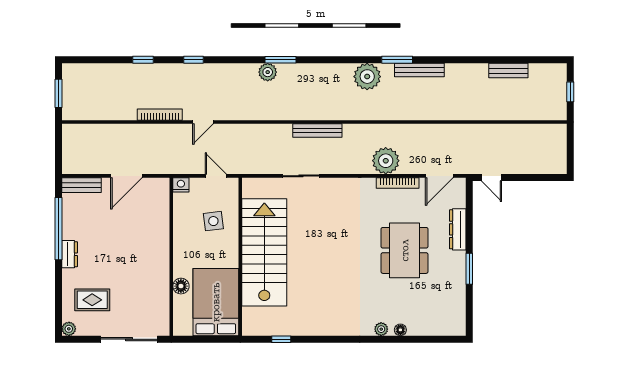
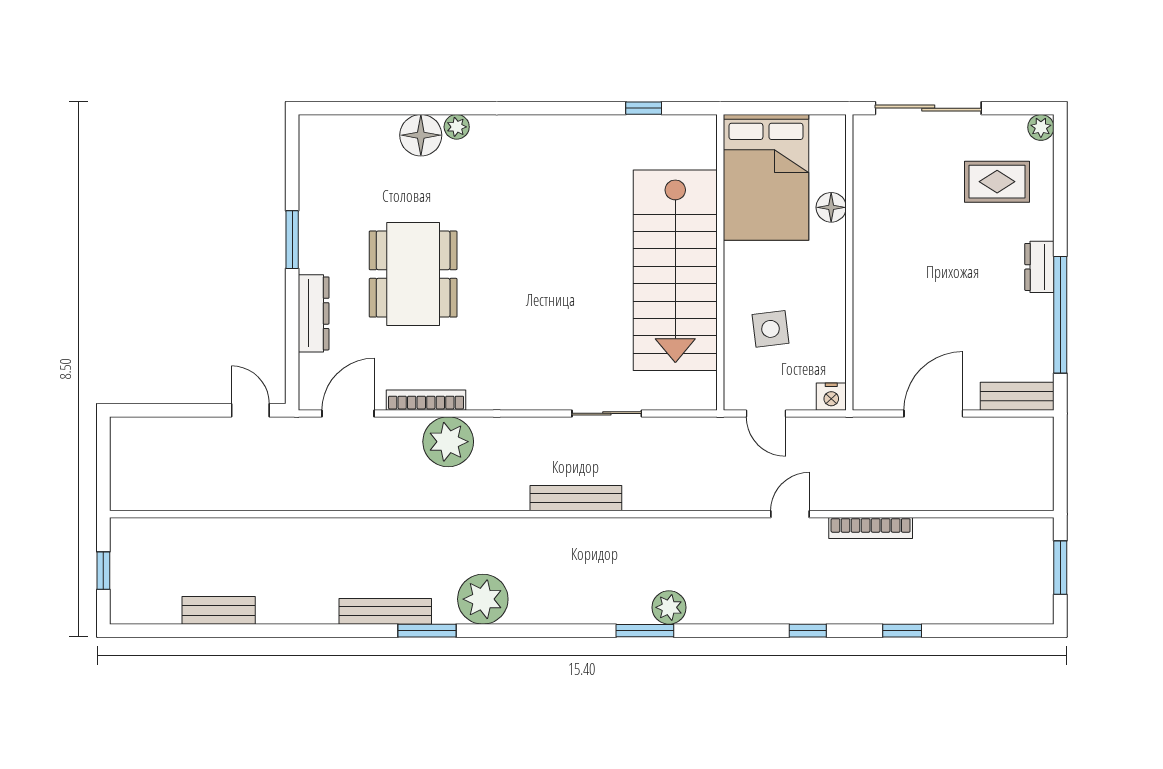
floor lamp: (400, 330) -> (421, 135), width x1.89, depth x1.89

